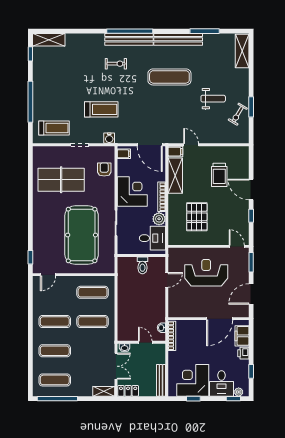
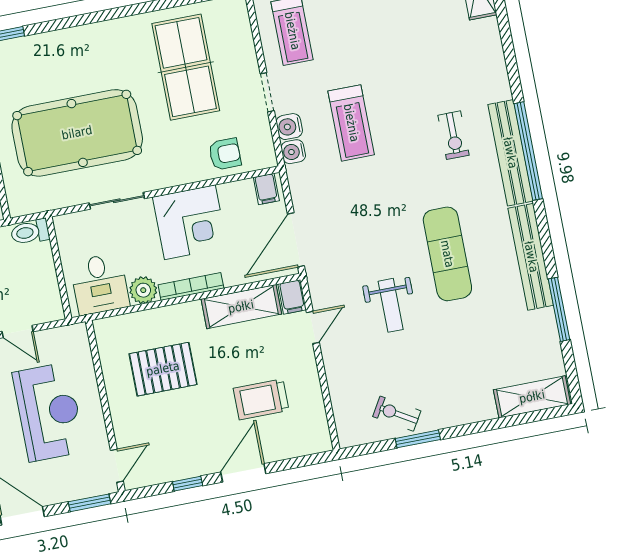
weight bench: (213, 99) -> (391, 305), moved
water cooler: (97, 138) -> (289, 127), added
toilet: (142, 265) -> (30, 232), moved

